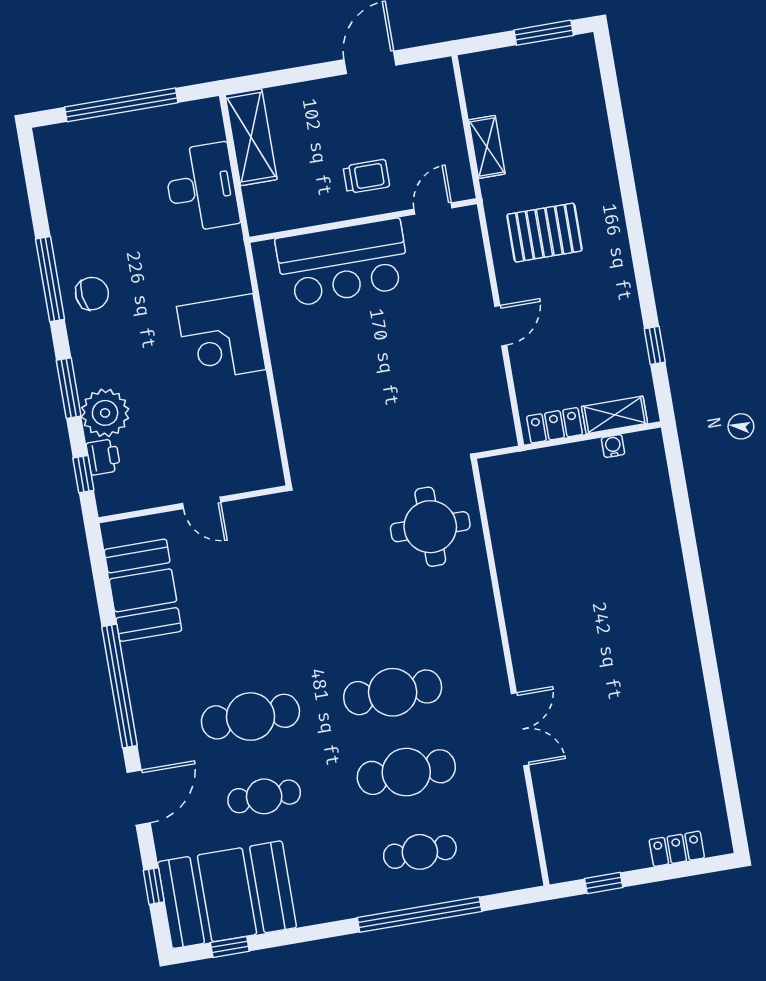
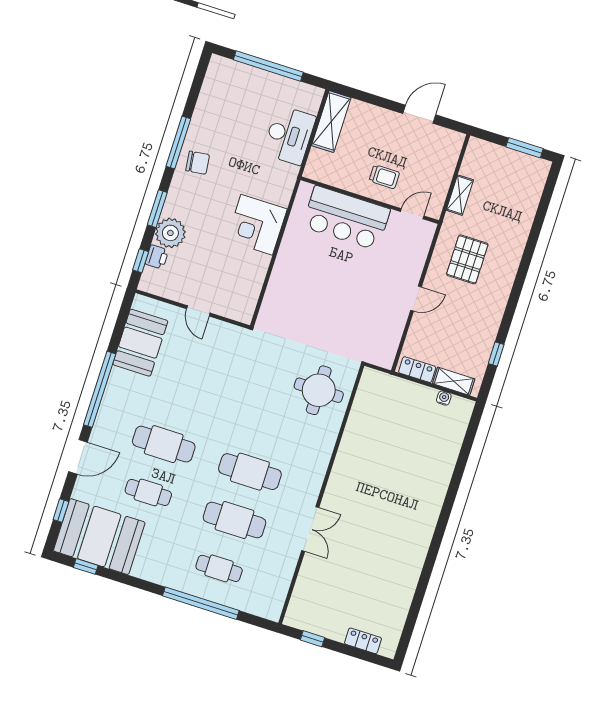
pallet: (544, 233) -> (467, 259), turned 90

